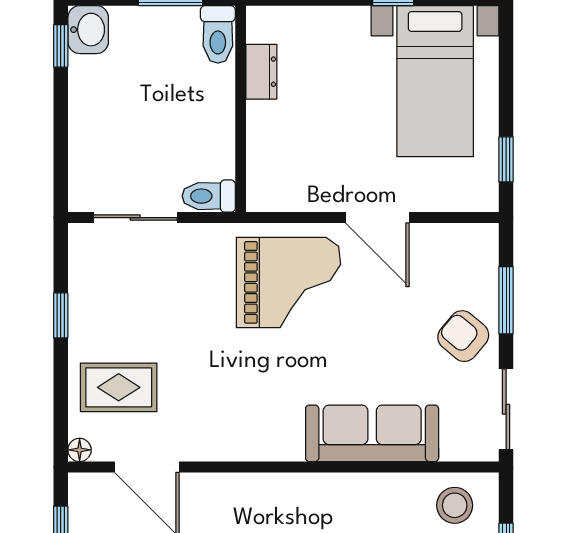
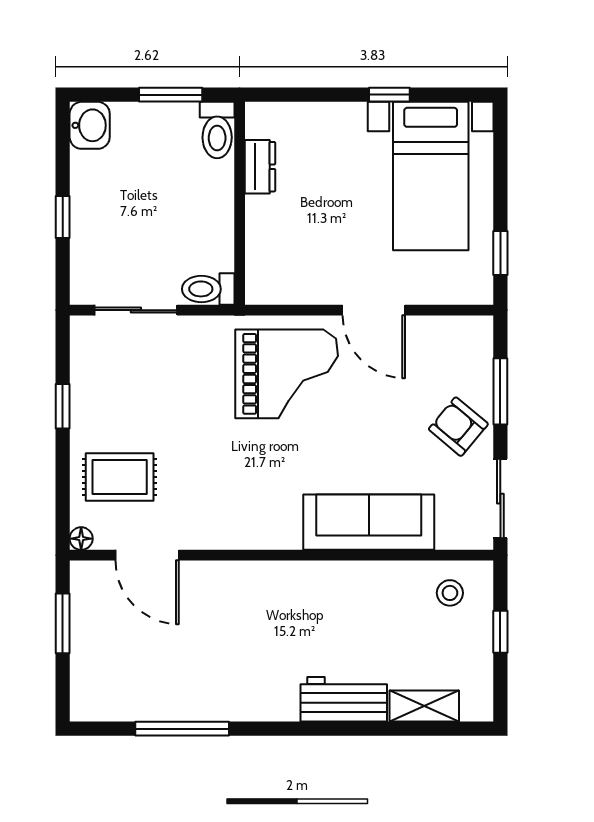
window: (61, 46) -> (63, 217), moved
stool: (455, 505) -> (450, 593), width x0.73, depth x0.73

